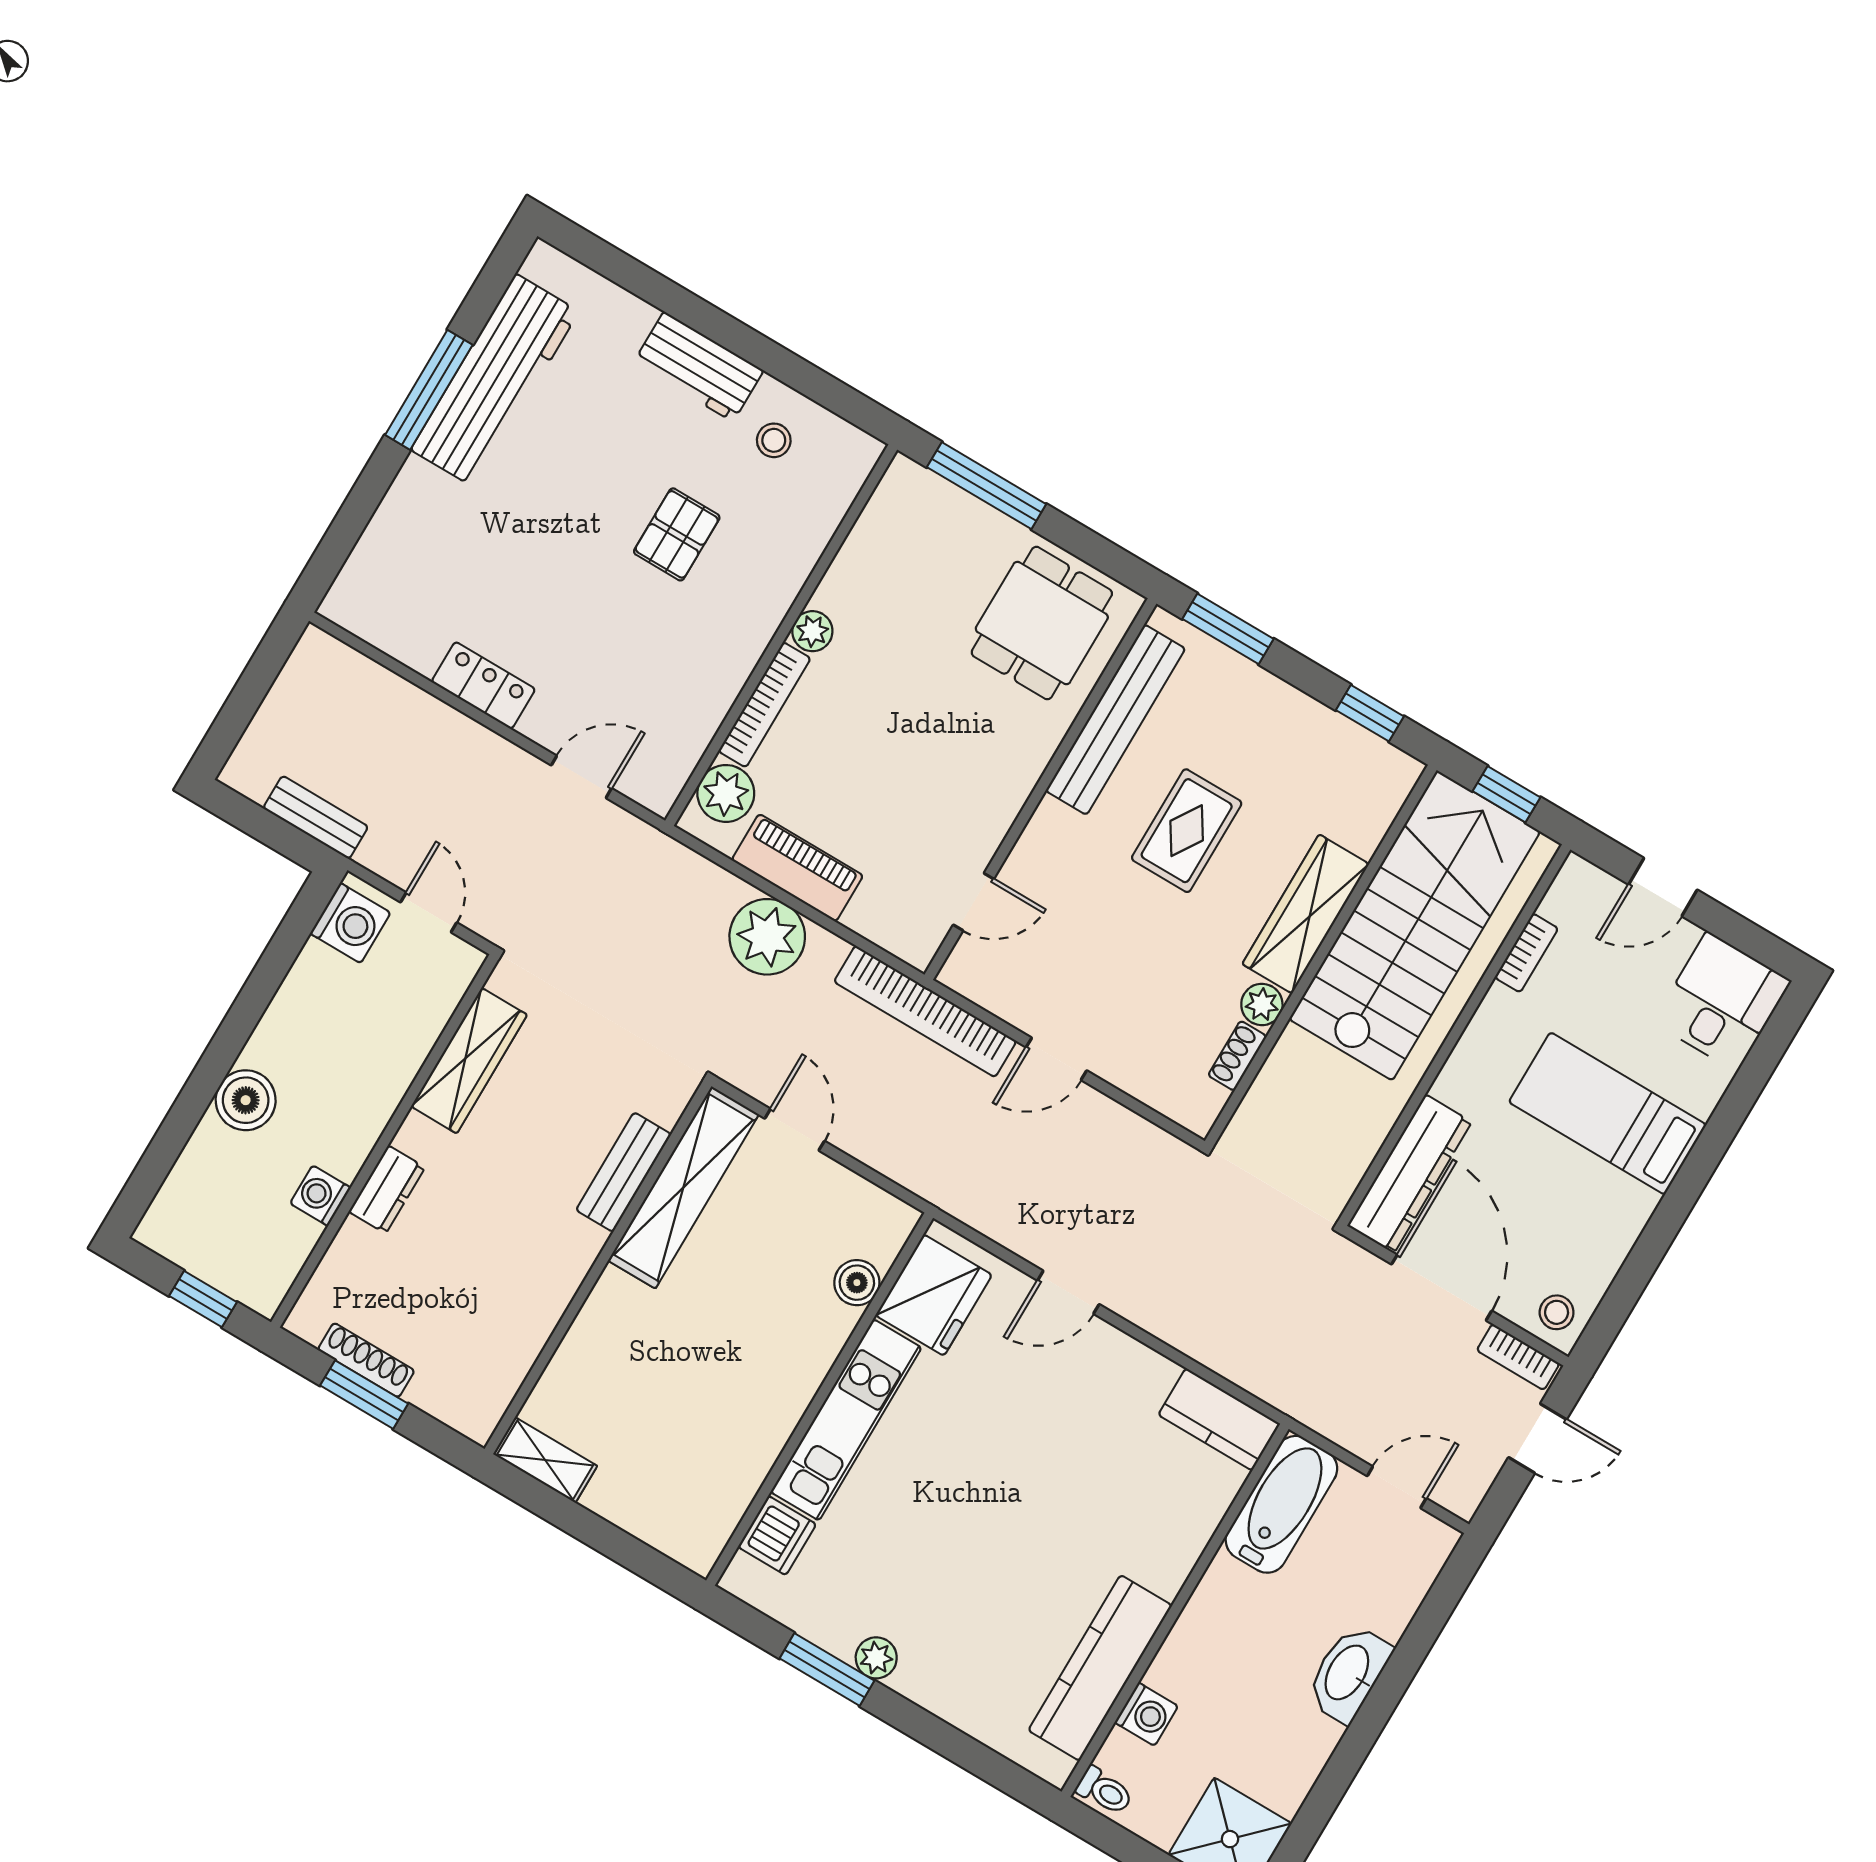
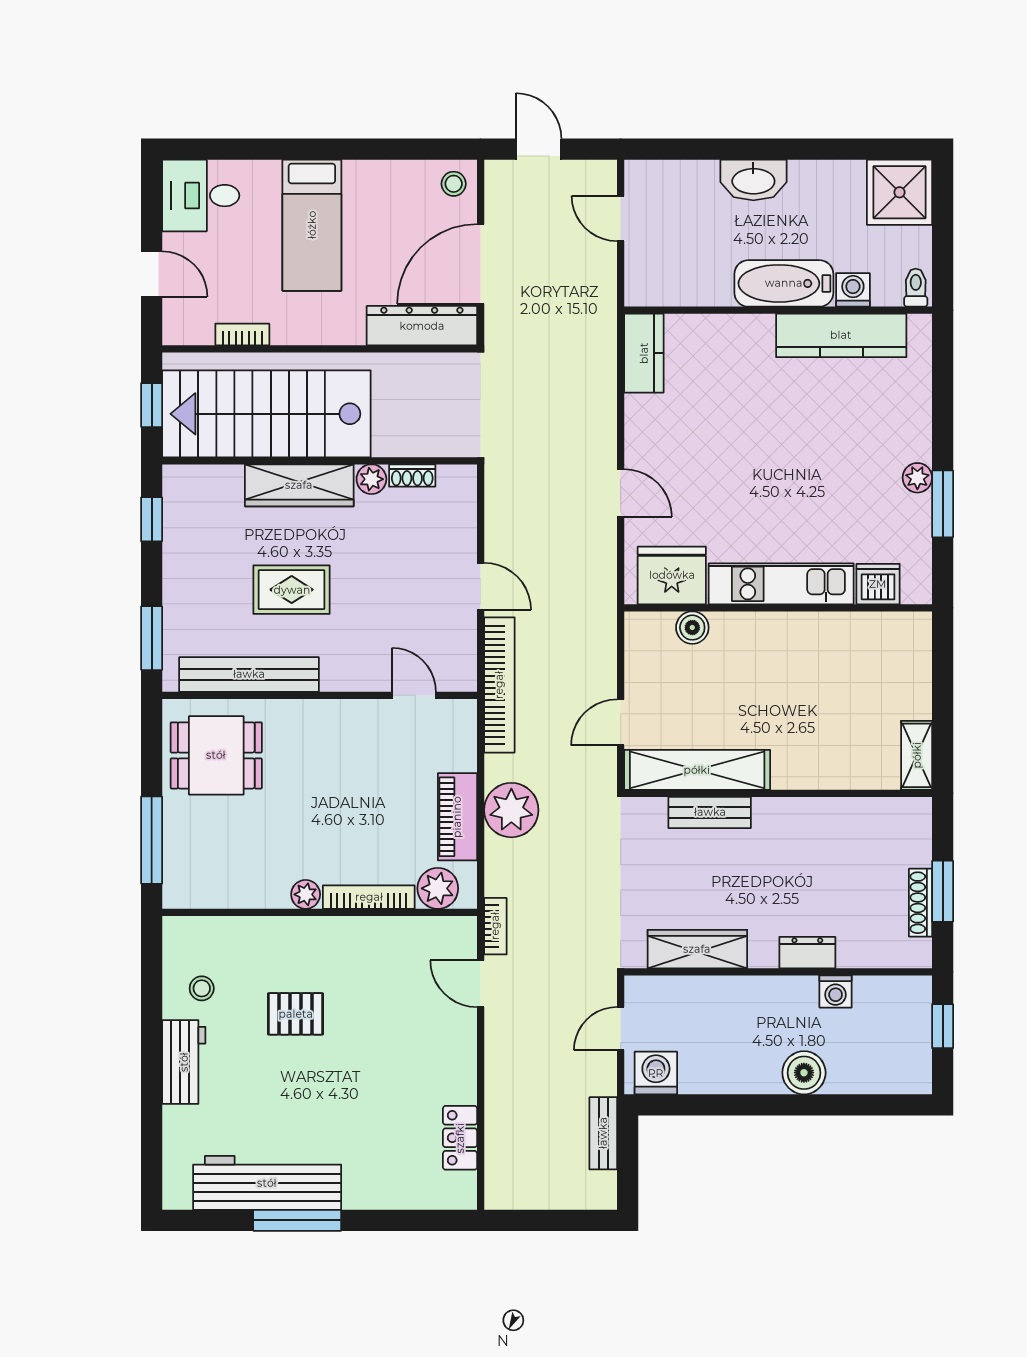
locker: (483, 685) -> (460, 1138), moved
bookcase: (1518, 1357) -> (495, 926), moved
bathtub: (1281, 1504) -> (784, 283), moved

